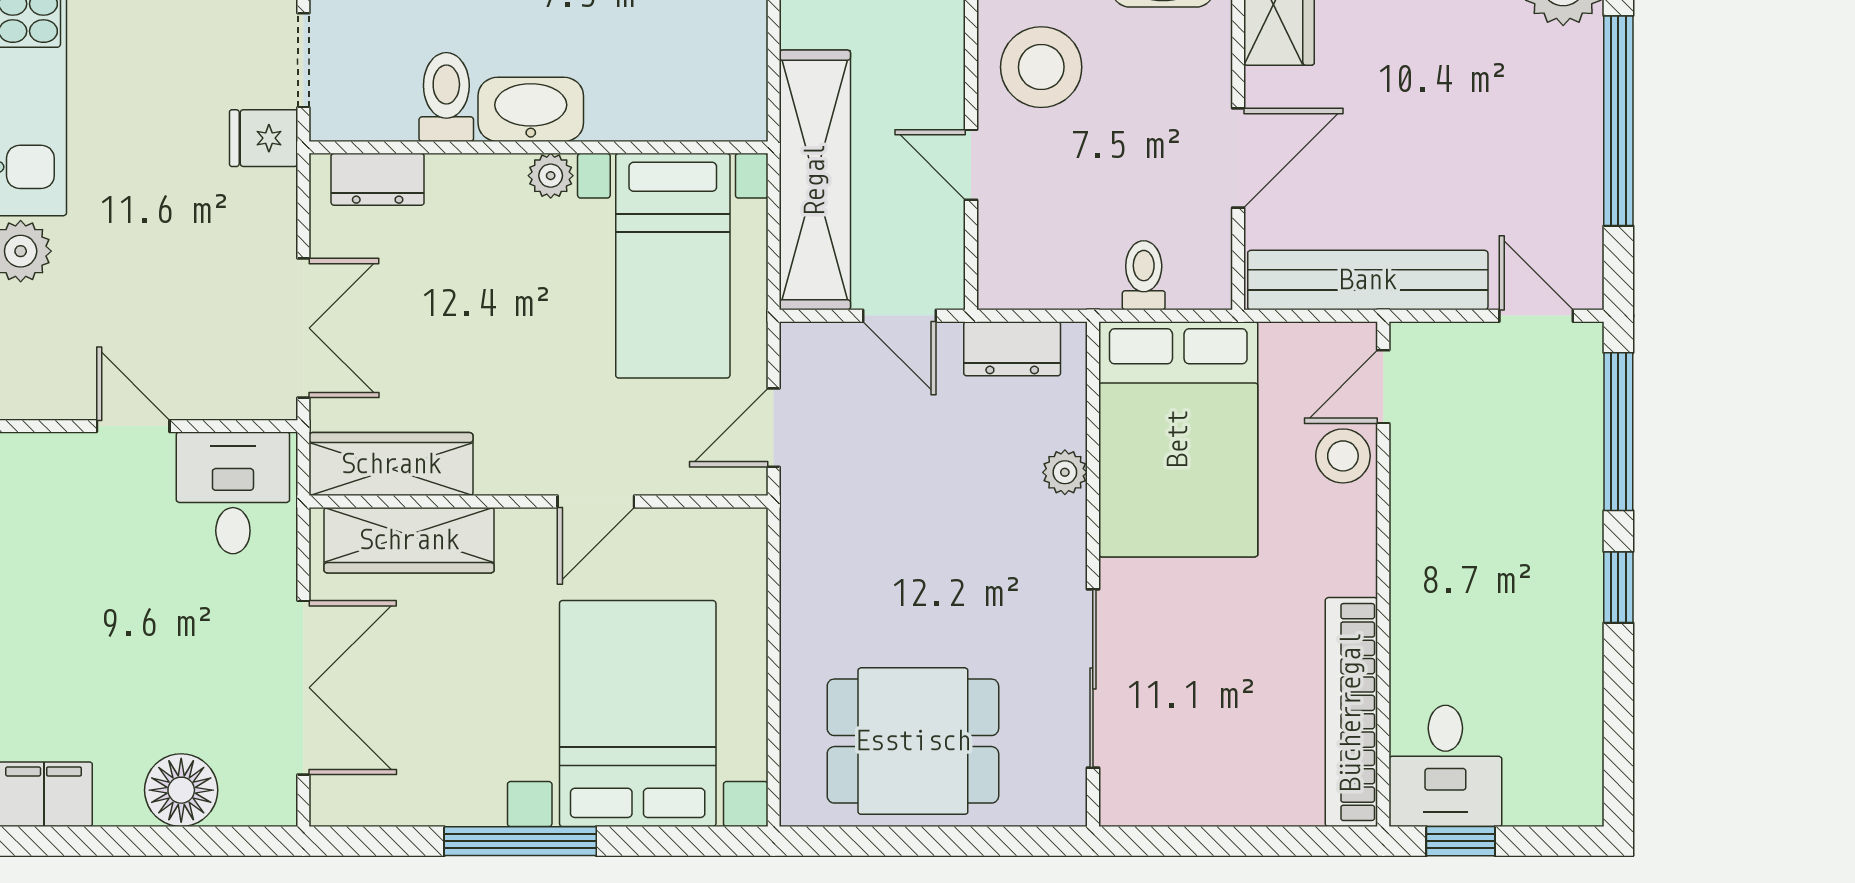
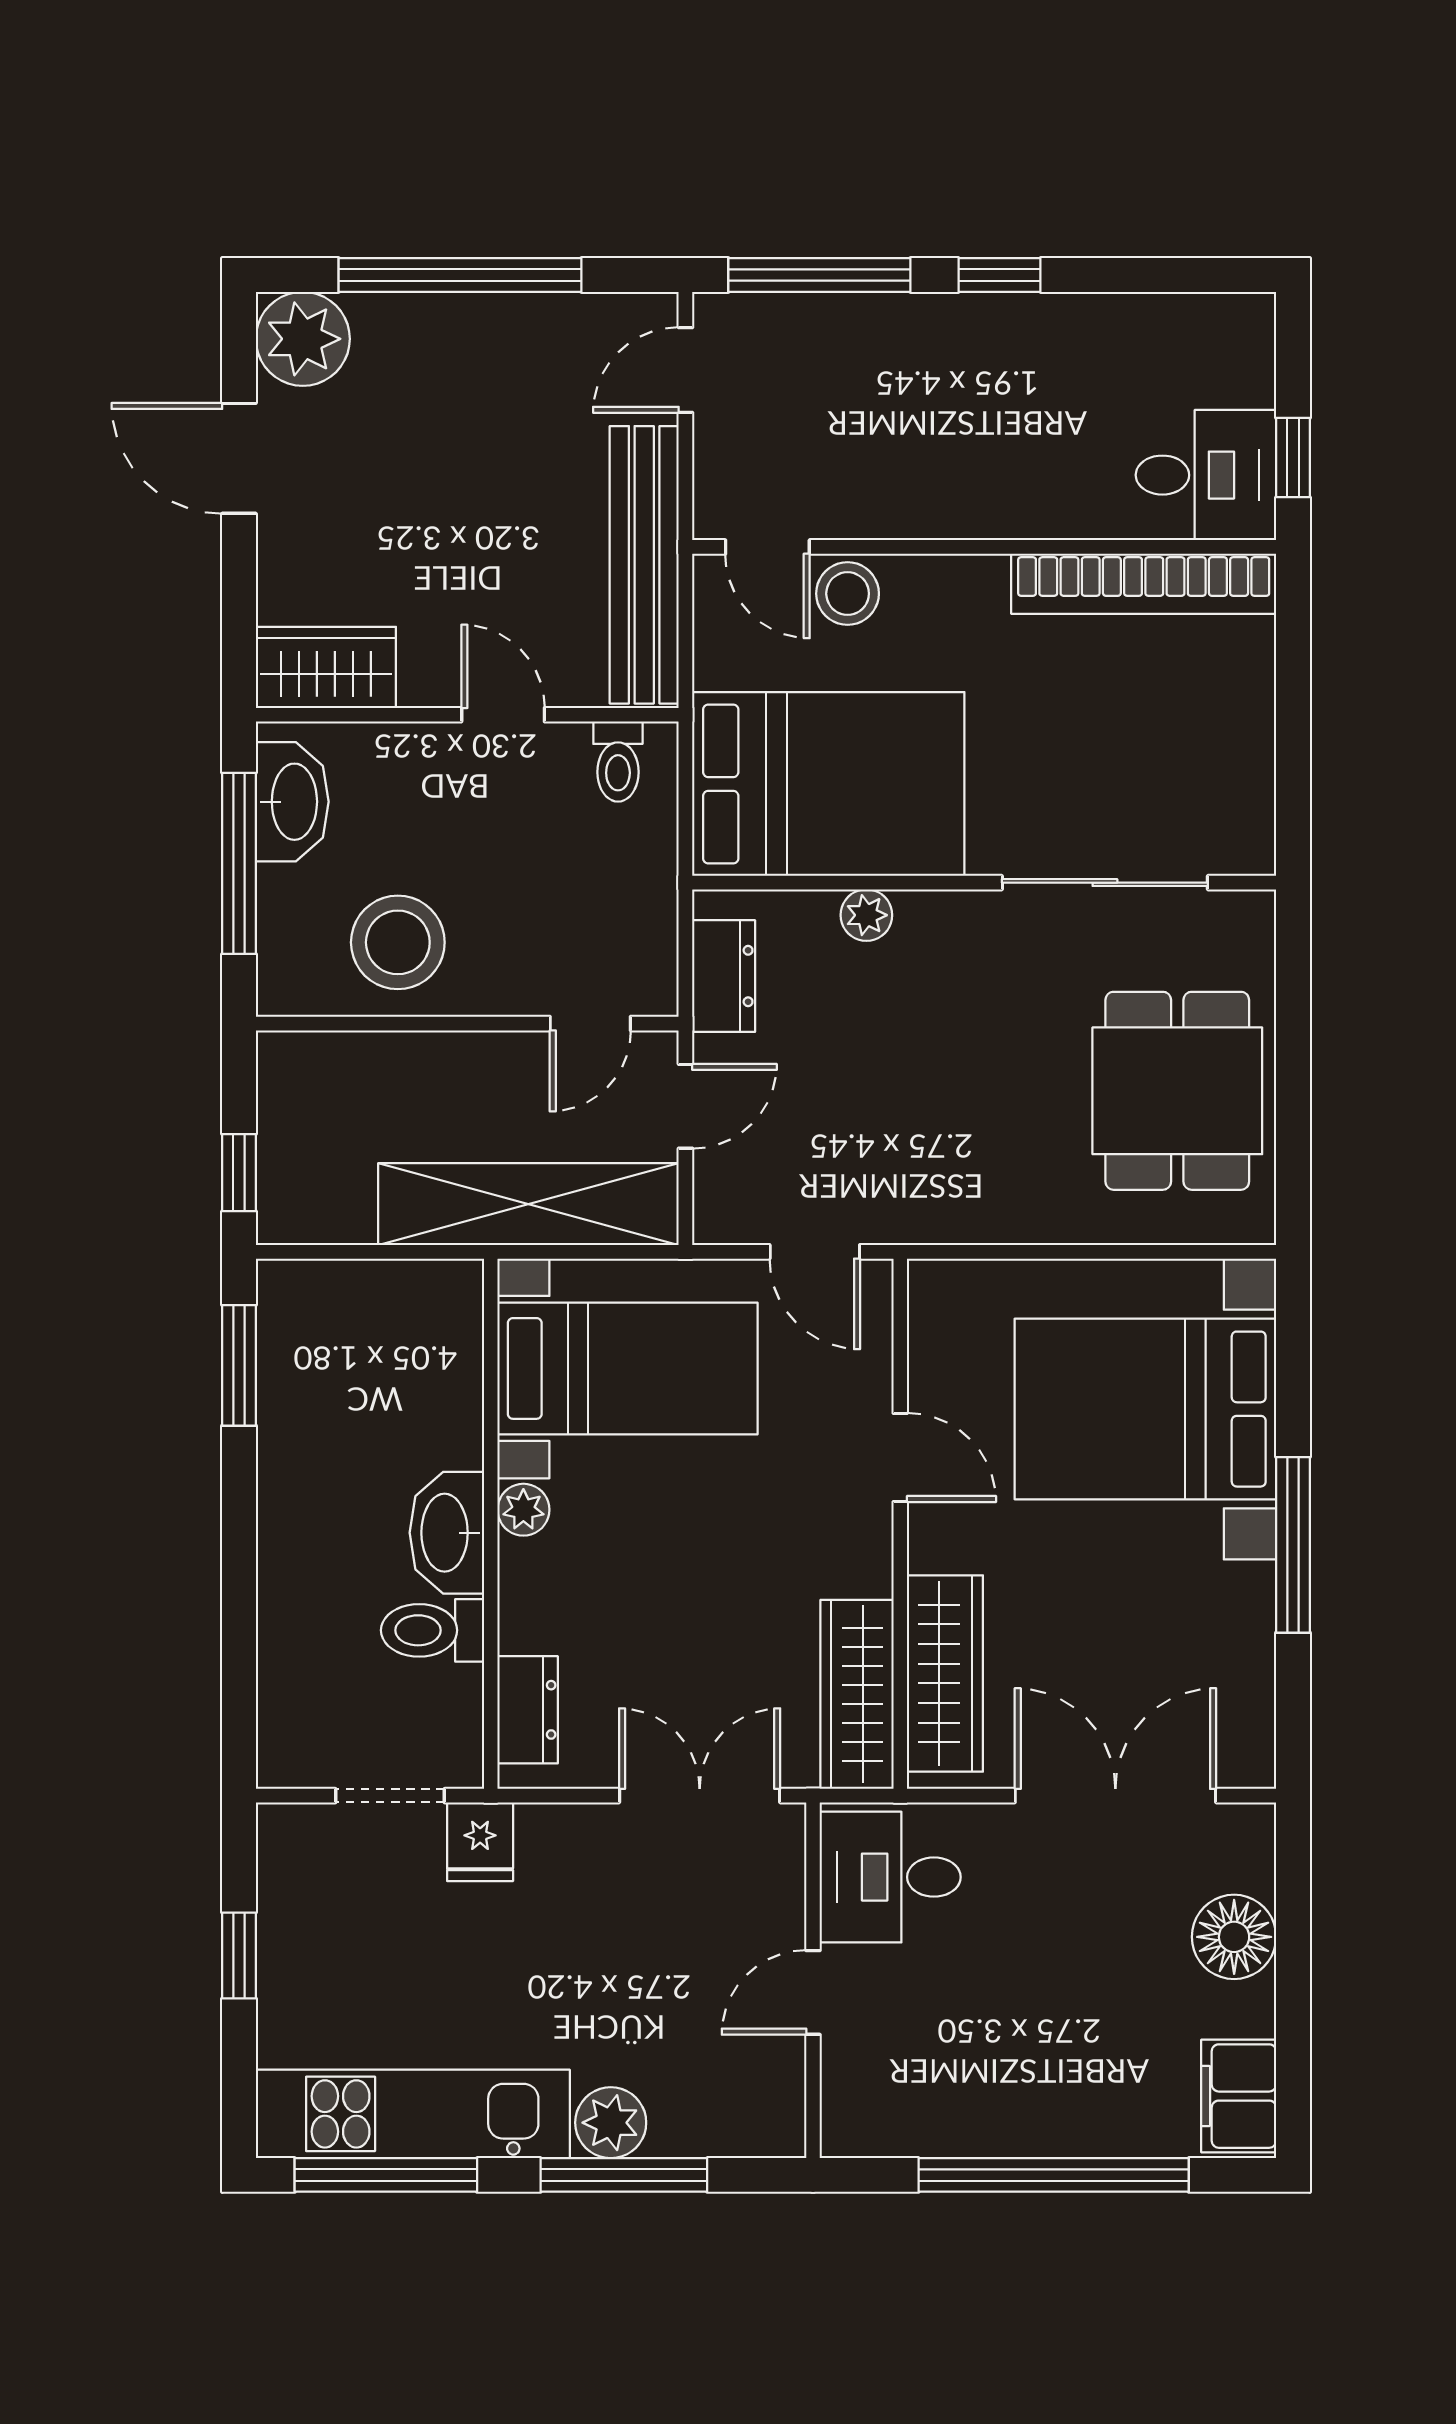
door: (1238, 158) -> (503, 715), width x0.73
door: (971, 165) -> (590, 1024), moved
toilet: (1144, 275) -> (618, 762), moved, turned -90

